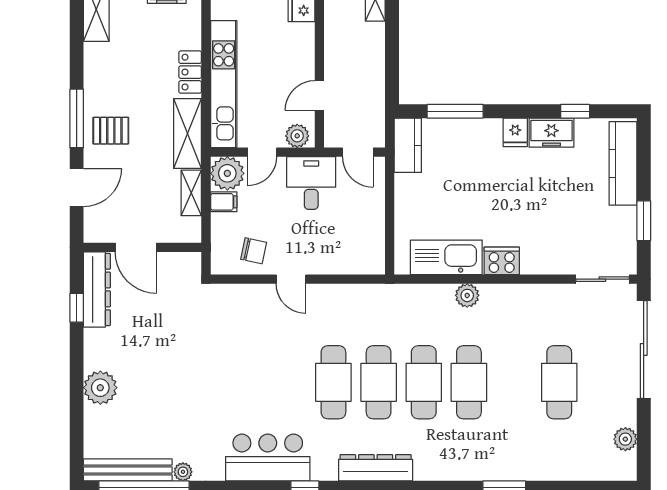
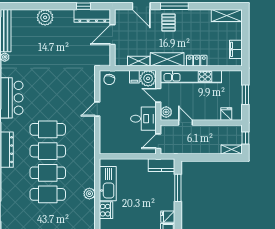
chair: (254, 251) -> (109, 79), moved

